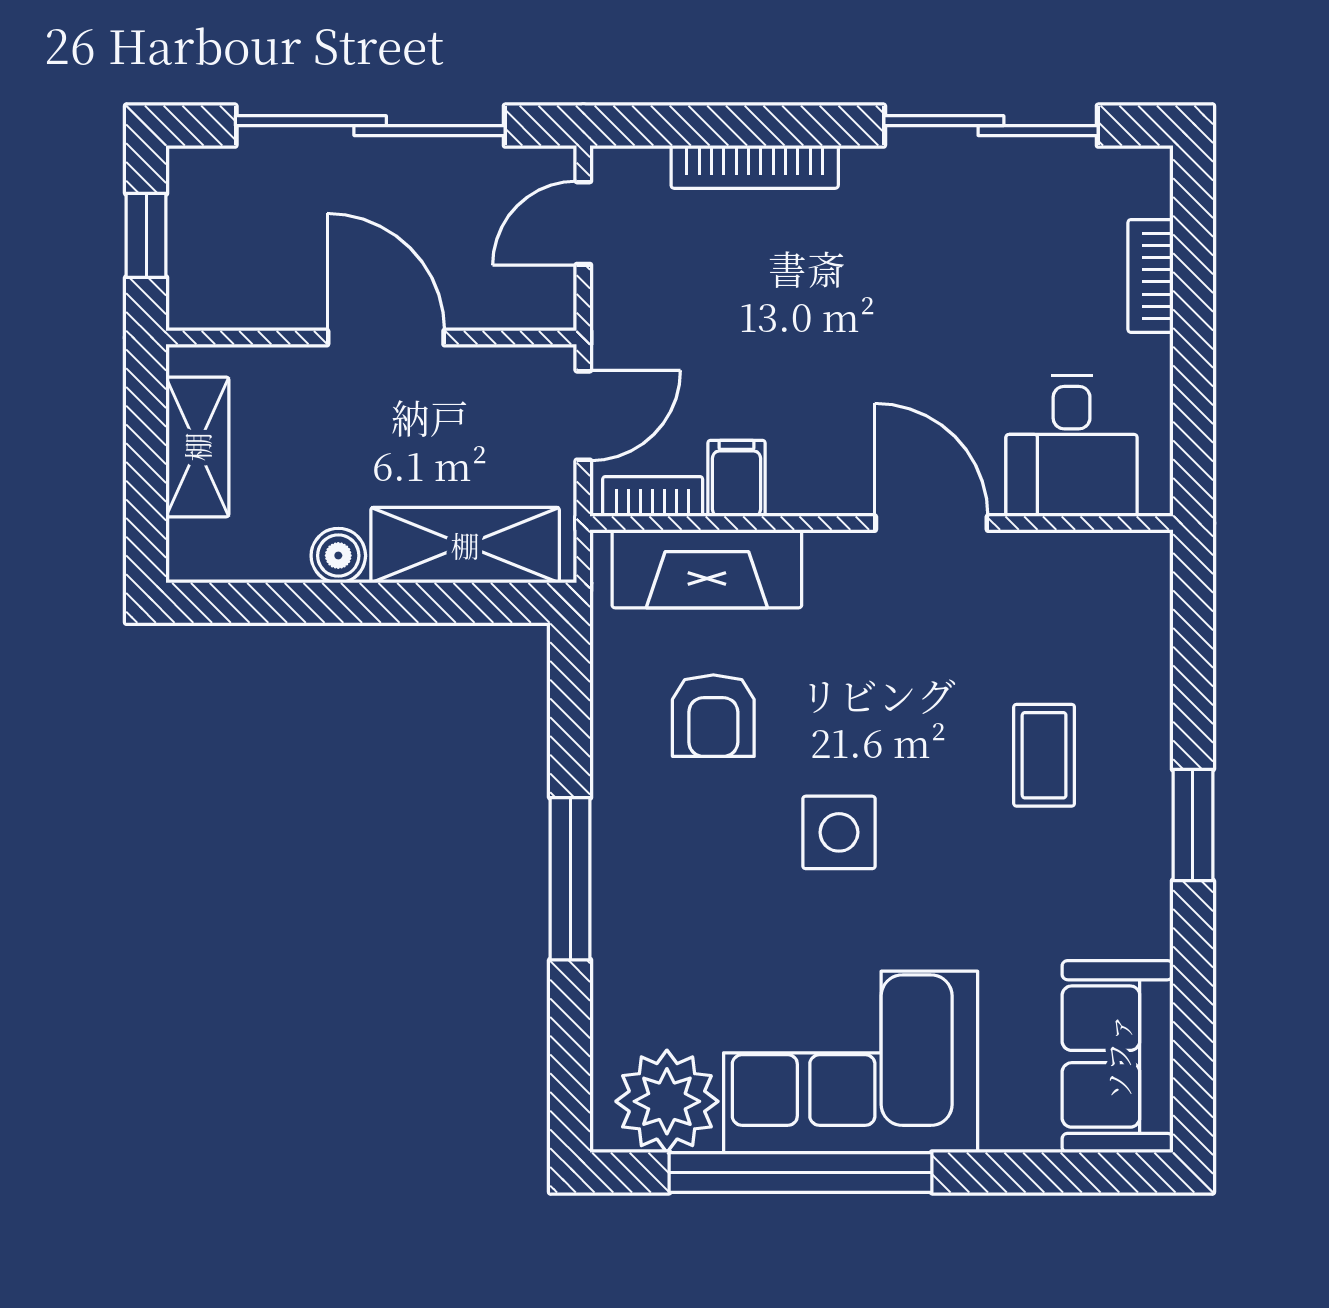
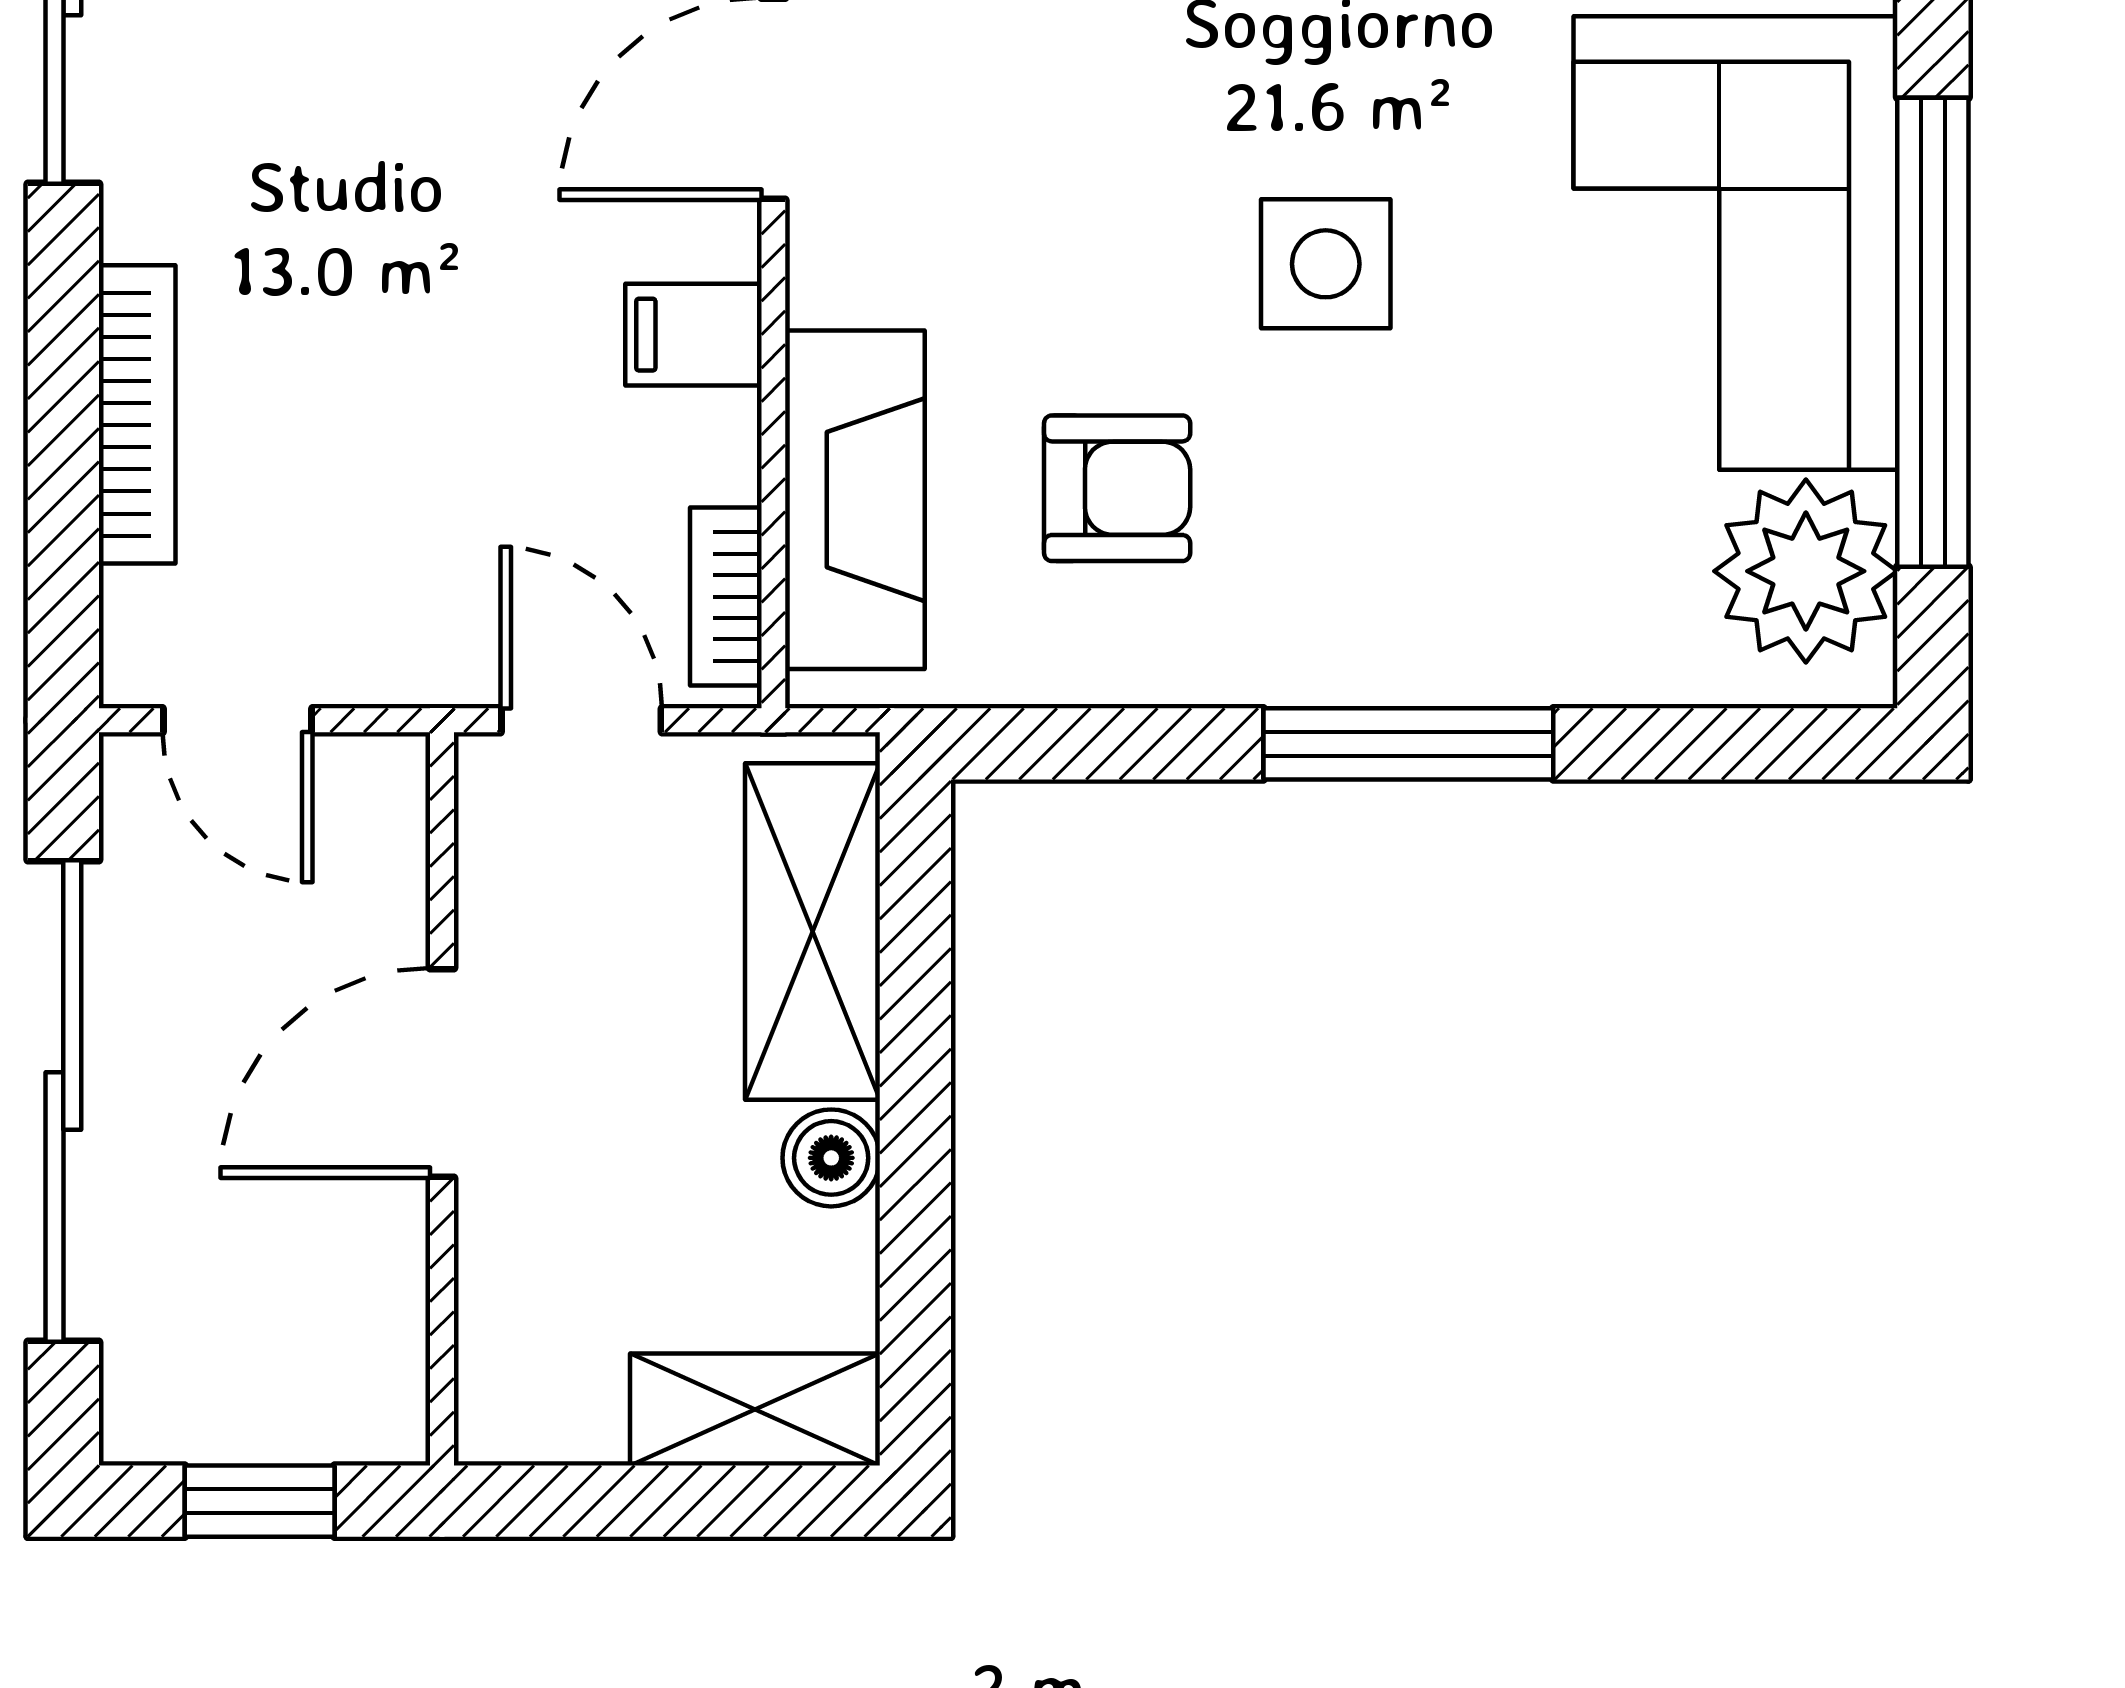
shelving: (197, 447) -> (755, 1410), moved
filing cabinet: (736, 478) -> (693, 335), moved

